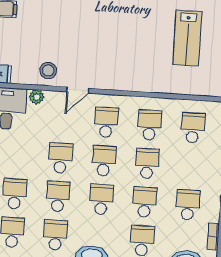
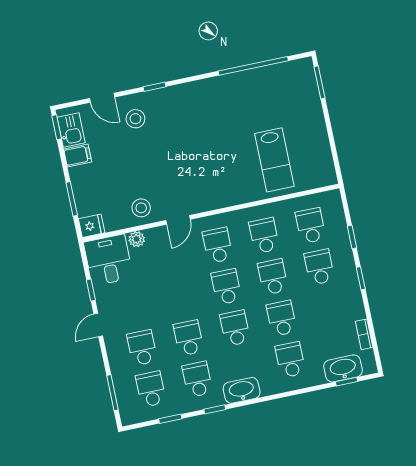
lab bench: (187, 38) -> (274, 160), moved
school desk: (60, 158) -> (180, 296), removed
school desk: (188, 205) -> (319, 267), moved

